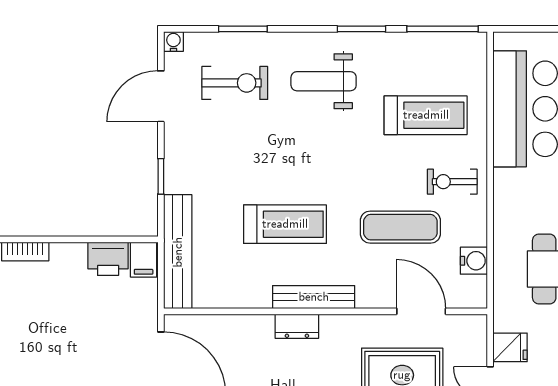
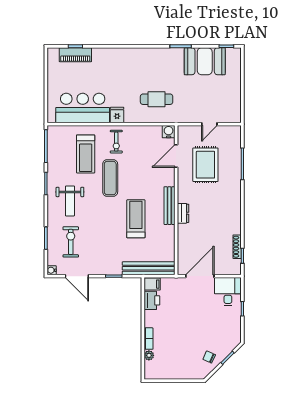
treadmill: (426, 115) -> (86, 154), turned 180
exercise mat: (400, 227) -> (110, 178), moved
water cooler: (474, 261) -> (169, 132), moved
fridge: (510, 347) -> (117, 115), moved

